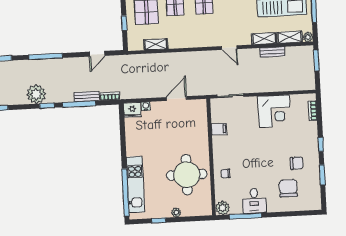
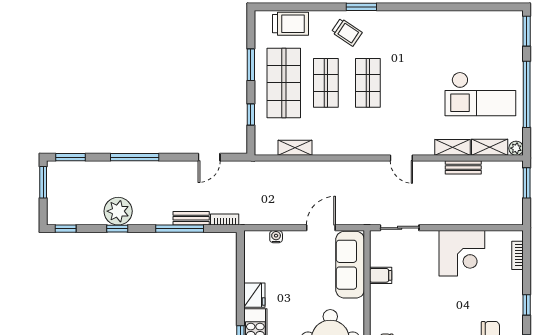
window: (47, 106) -> (117, 229), moved
fridge: (132, 110) -> (254, 295), moved, turned -90
sofa: (198, 123) -> (350, 265), added

